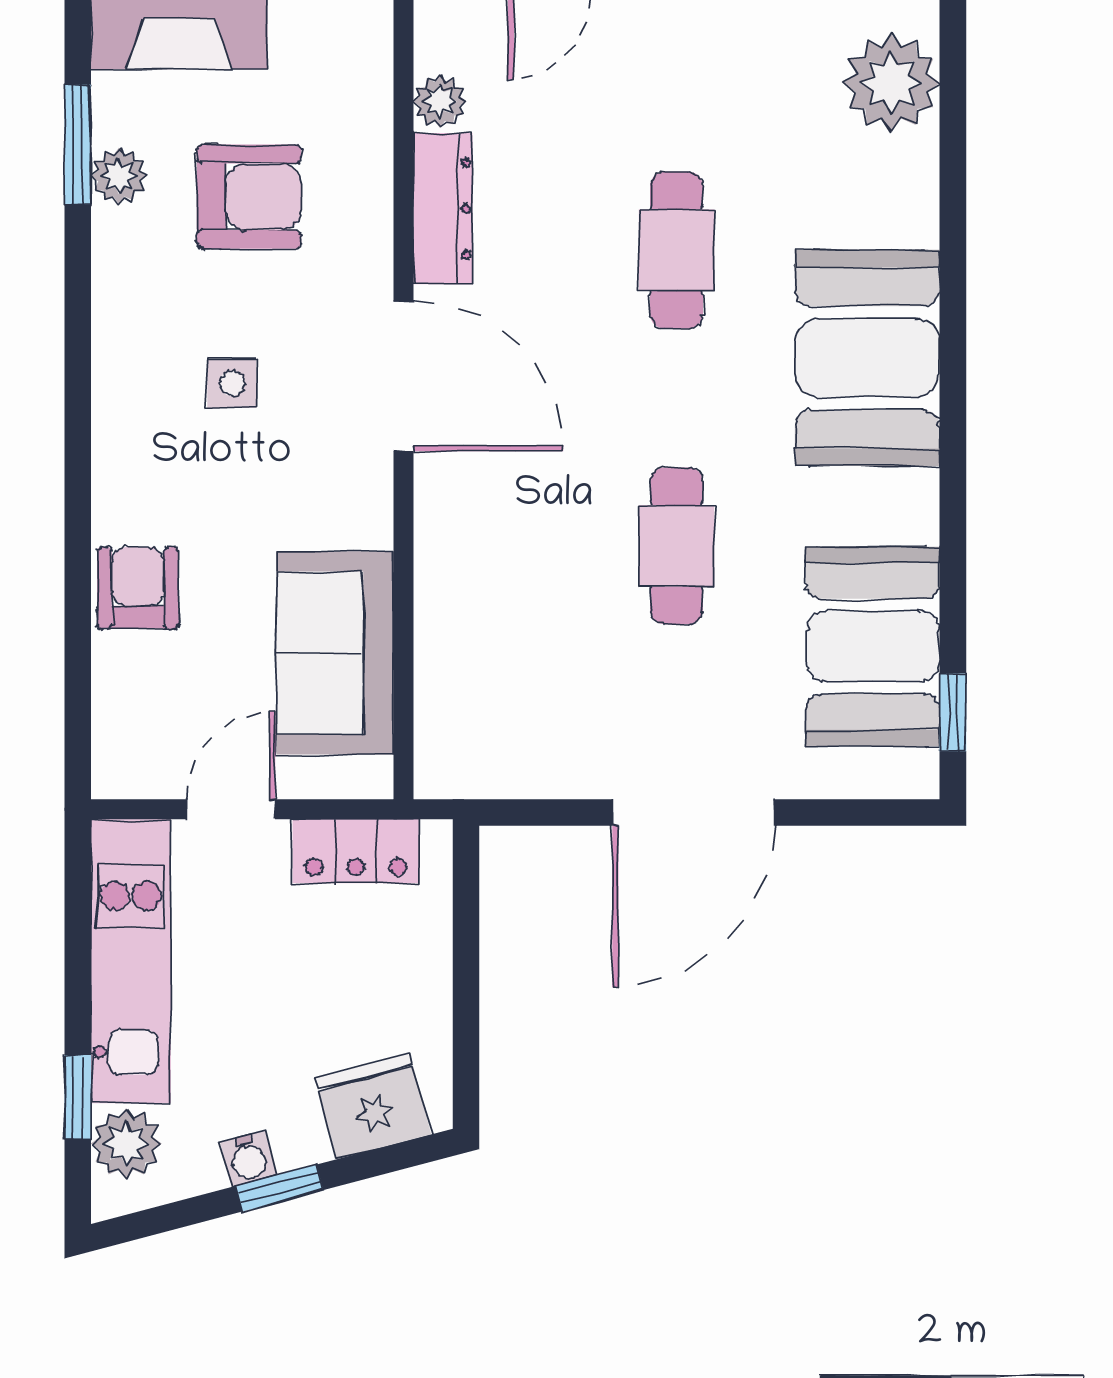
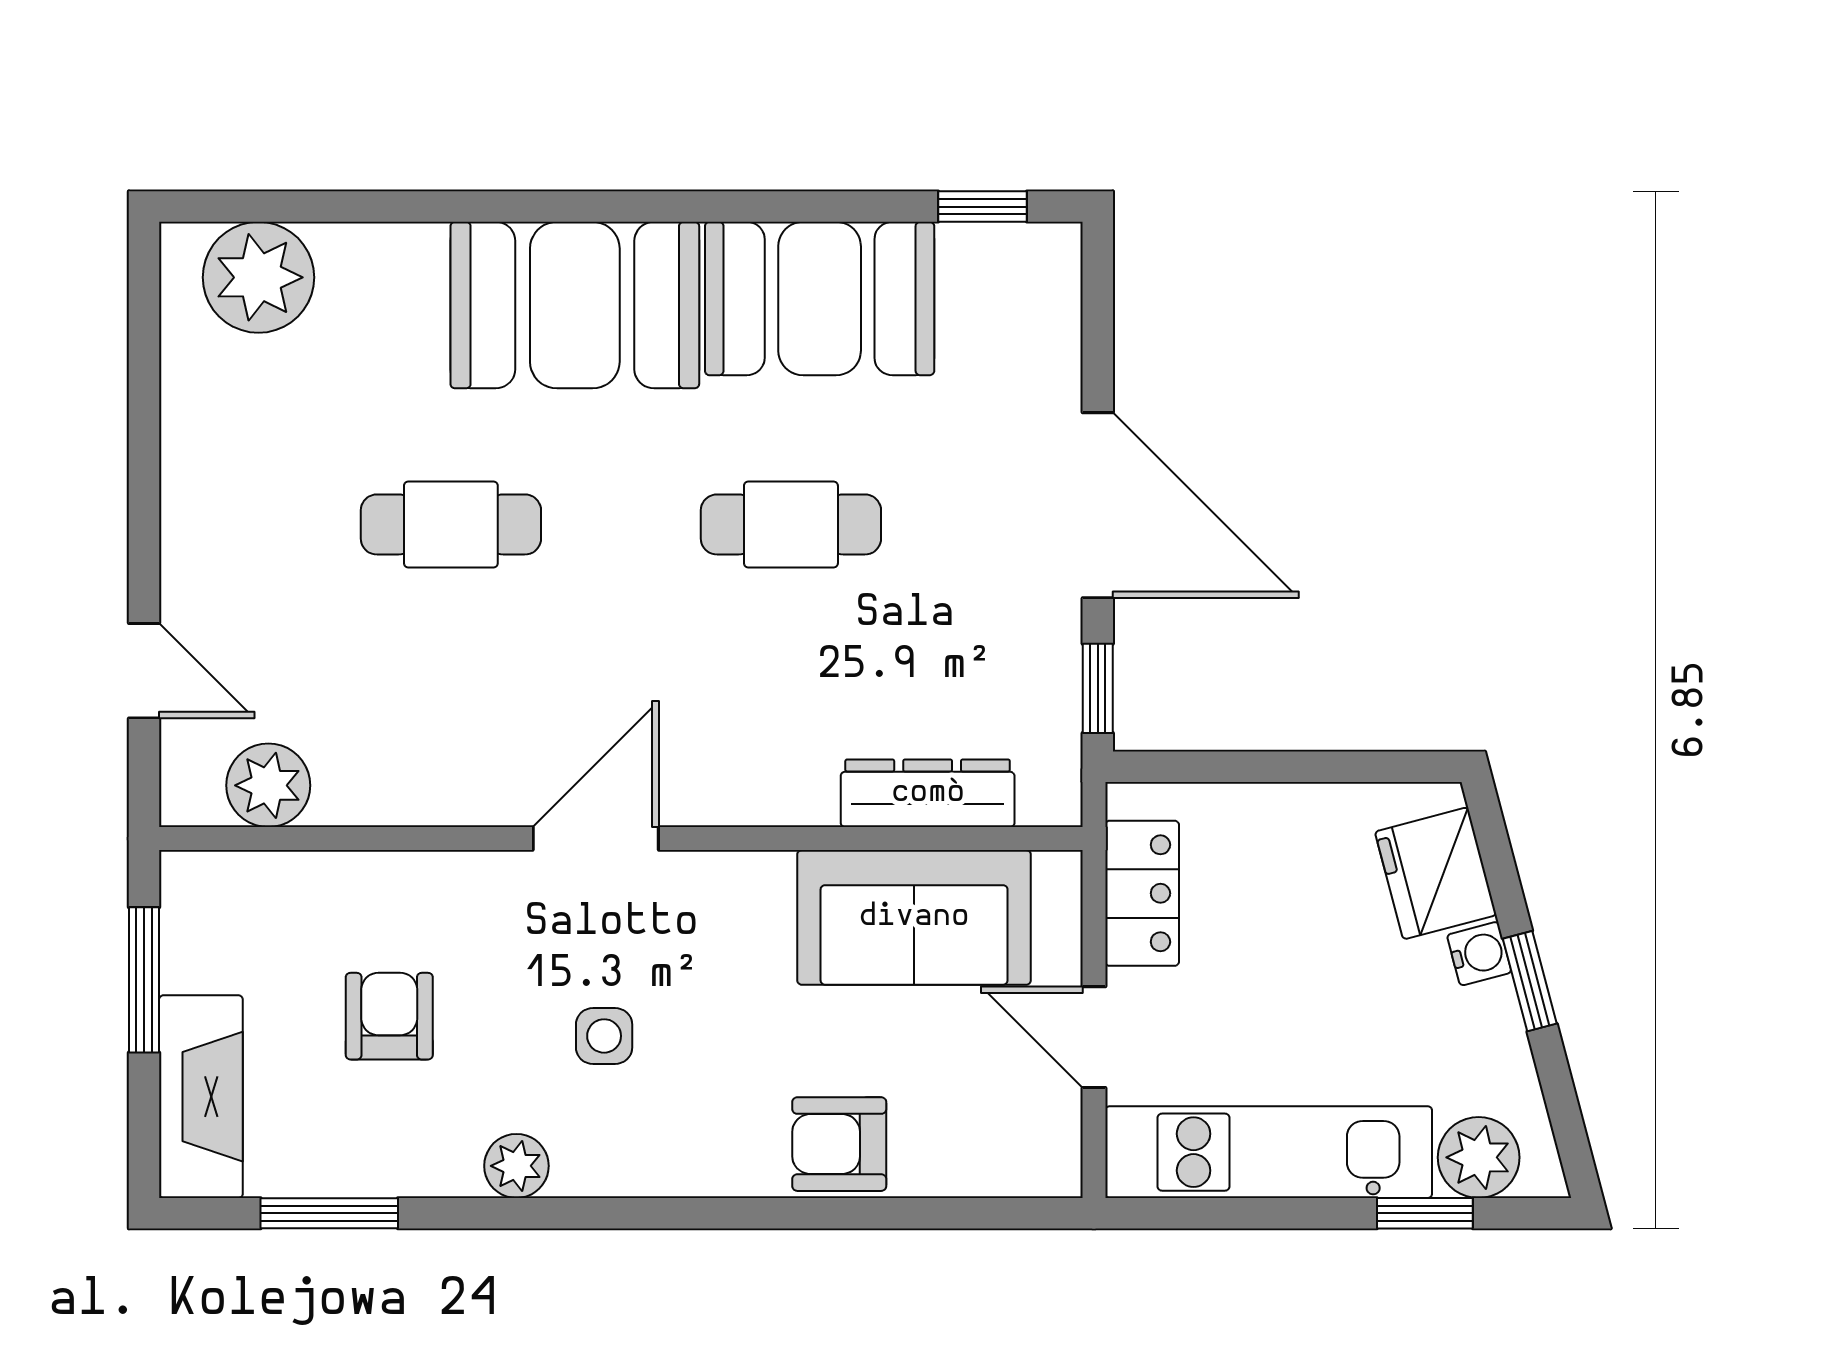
plant: (440, 101) -> (268, 785), width x1.38, depth x1.38
plant: (119, 176) -> (516, 1166), moved
armchair: (249, 197) -> (389, 1016), width x0.72, depth x0.72
dresser: (443, 209) -> (928, 793), moved
door: (403, 376) -> (596, 839), width x0.73
booth: (873, 646) -> (820, 299), moved
window: (534, 813) -> (1098, 688), added
water cooler: (248, 1159) -> (1479, 954), moved

